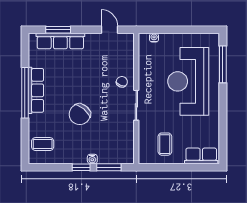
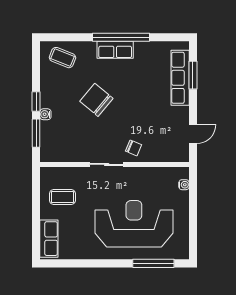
row of seats: (36, 90) -> (115, 50), width x0.68
coffee table: (43, 144) -> (62, 58), turned -68

